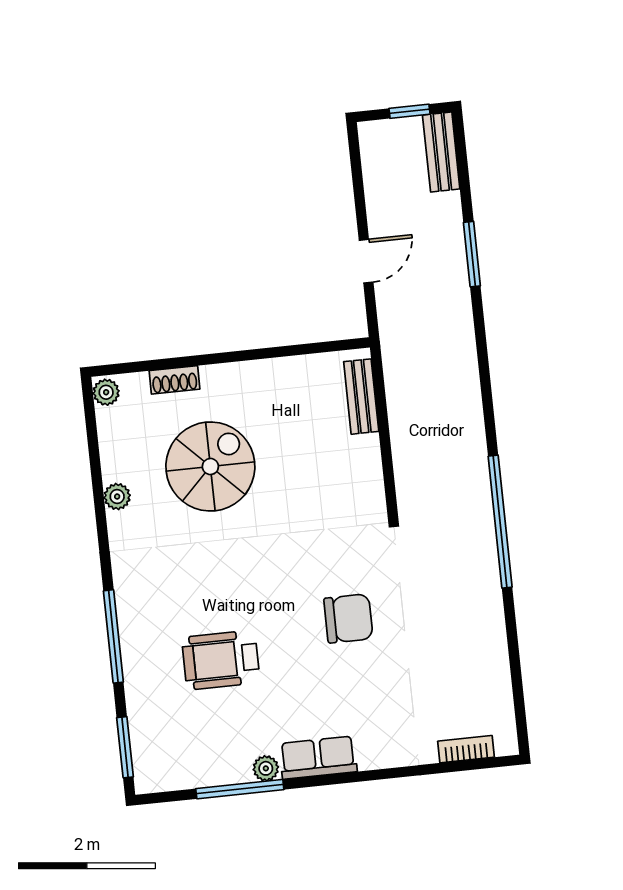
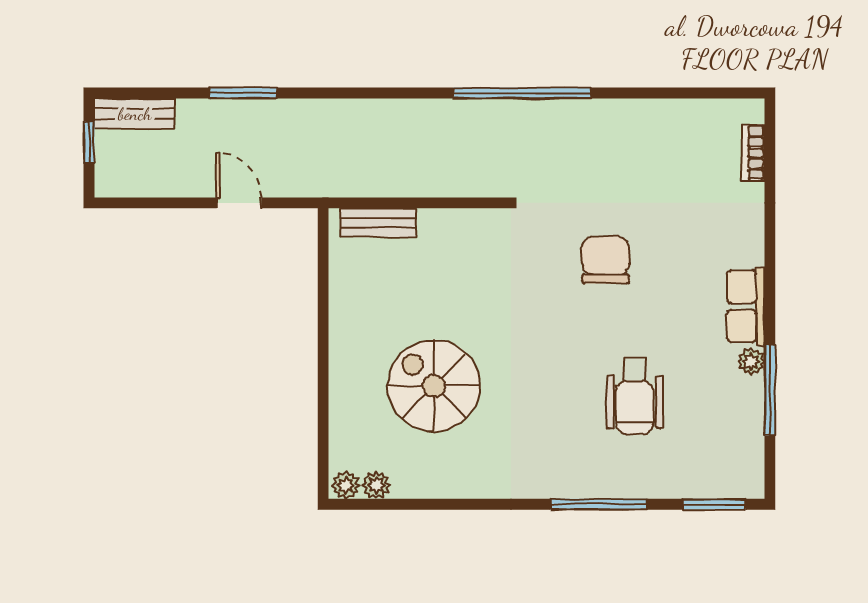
shoe rack: (174, 380) -> (341, 413), removed
plant: (117, 497) -> (376, 485), moved

